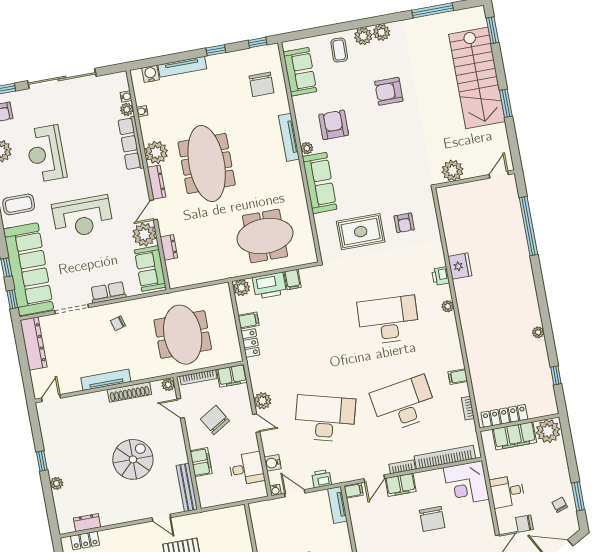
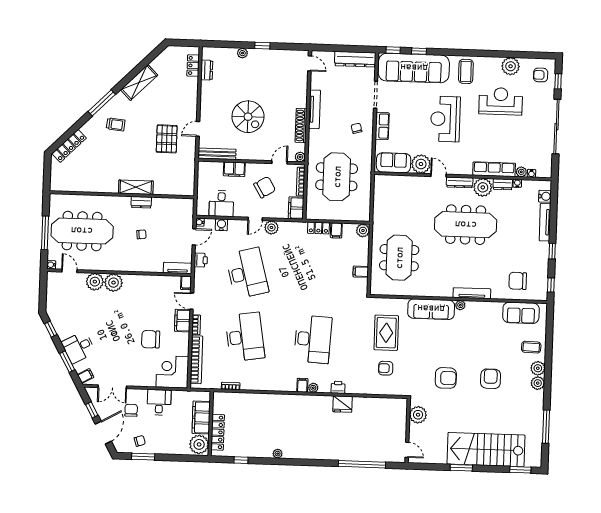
armchair: (334, 125) -> (446, 378), moved
dresser: (169, 247) -> (503, 184), moved
printer: (269, 286) -> (360, 253), removed
meeting table: (183, 335) -> (337, 177), turned 90
filing cabinet: (458, 377) -> (302, 385), moved
locker: (504, 416) -> (218, 432), moved
desk: (325, 418) -> (247, 273), turned -30

